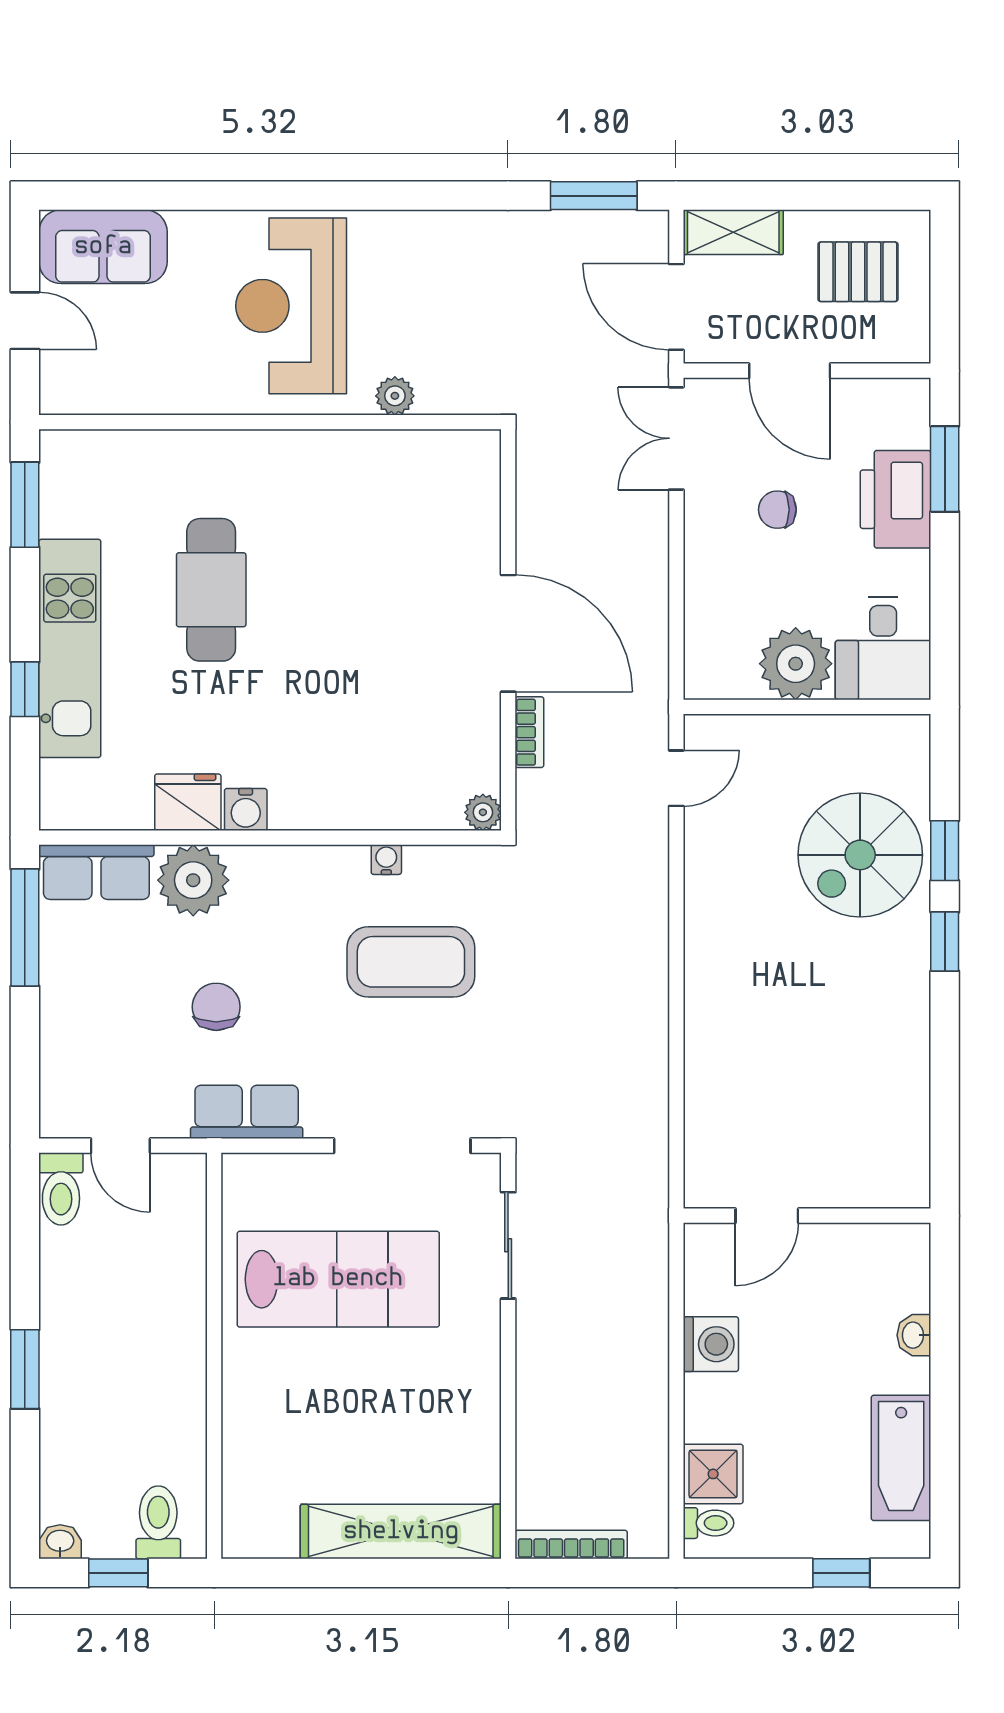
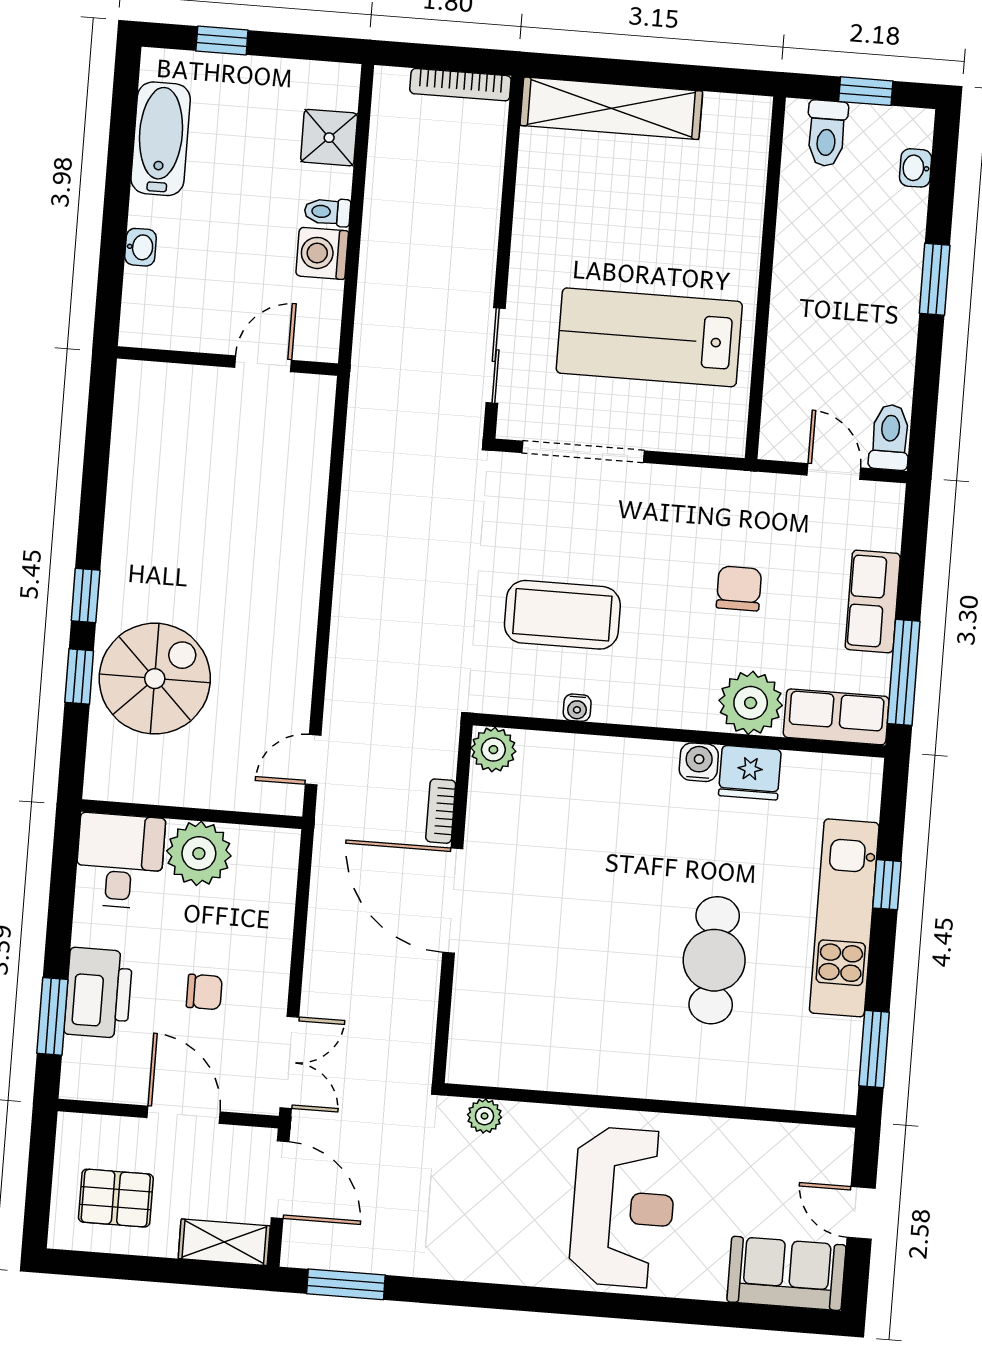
plant: (395, 396) -> (485, 1116), moved
plant: (483, 812) -> (493, 750), width x1.38, depth x1.38
chair: (216, 1007) -> (739, 588), turned 180
row of seats: (247, 1112) -> (873, 601), moved, turned 90
toilet: (708, 1523) -> (327, 212), moved
washbasin: (60, 1542) -> (916, 168), moved, turned 90

